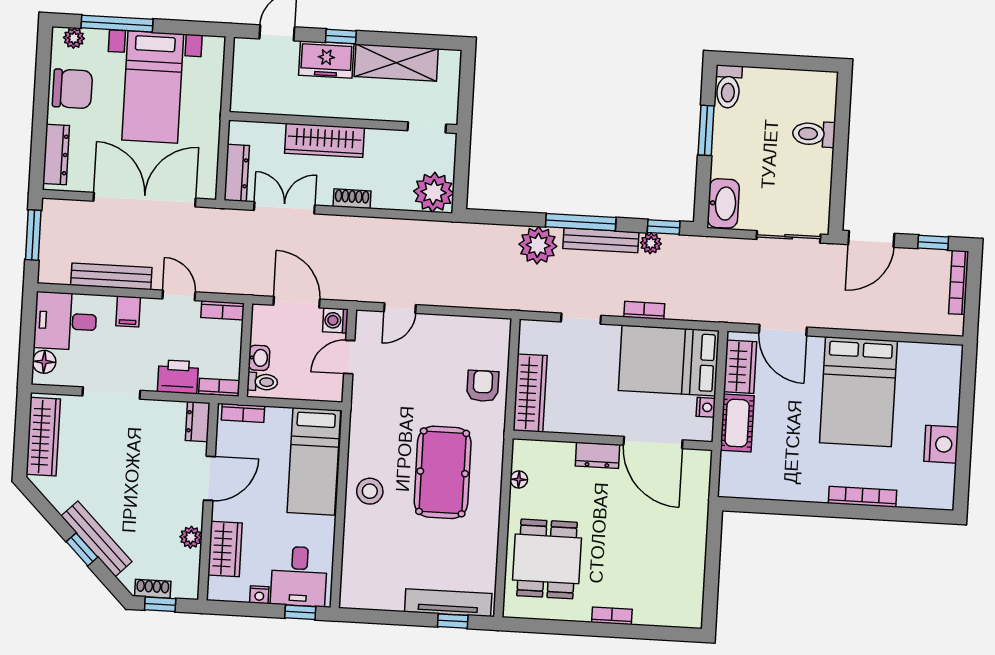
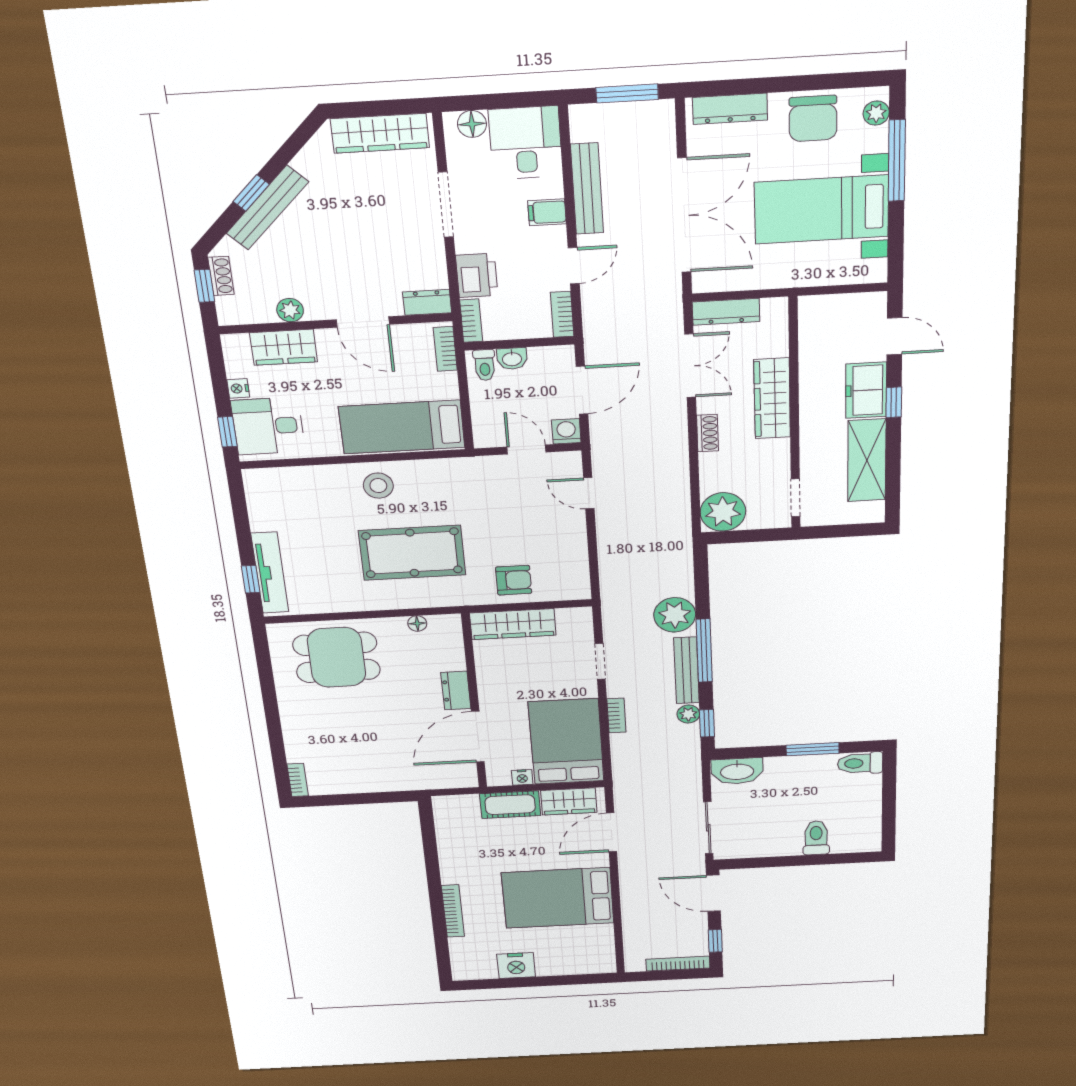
bookcase: (612, 616) -> (298, 780), moved

